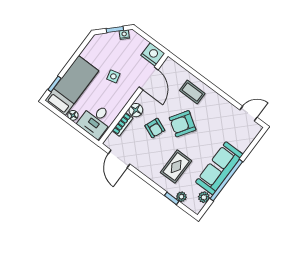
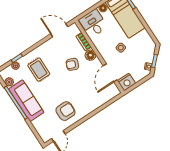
door: (149, 78) -> (110, 73), hinge flipped
coffee table: (192, 92) -> (89, 101), removed
armchair: (183, 124) -> (65, 111), moved, turned 57

